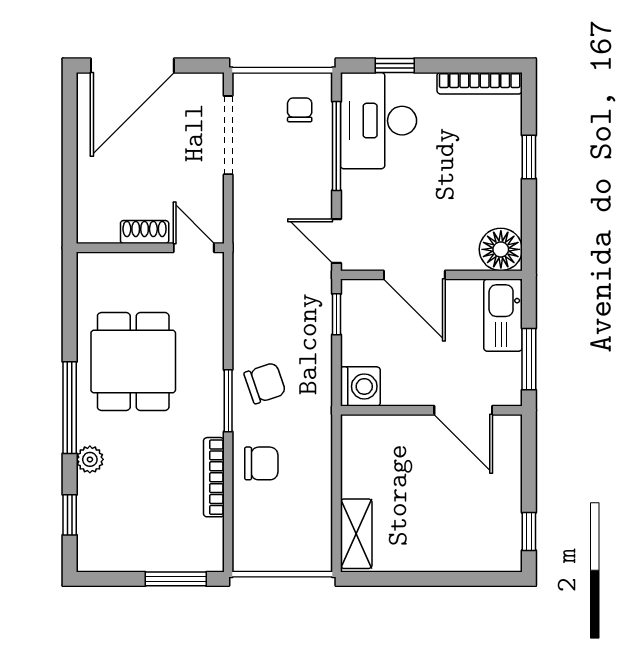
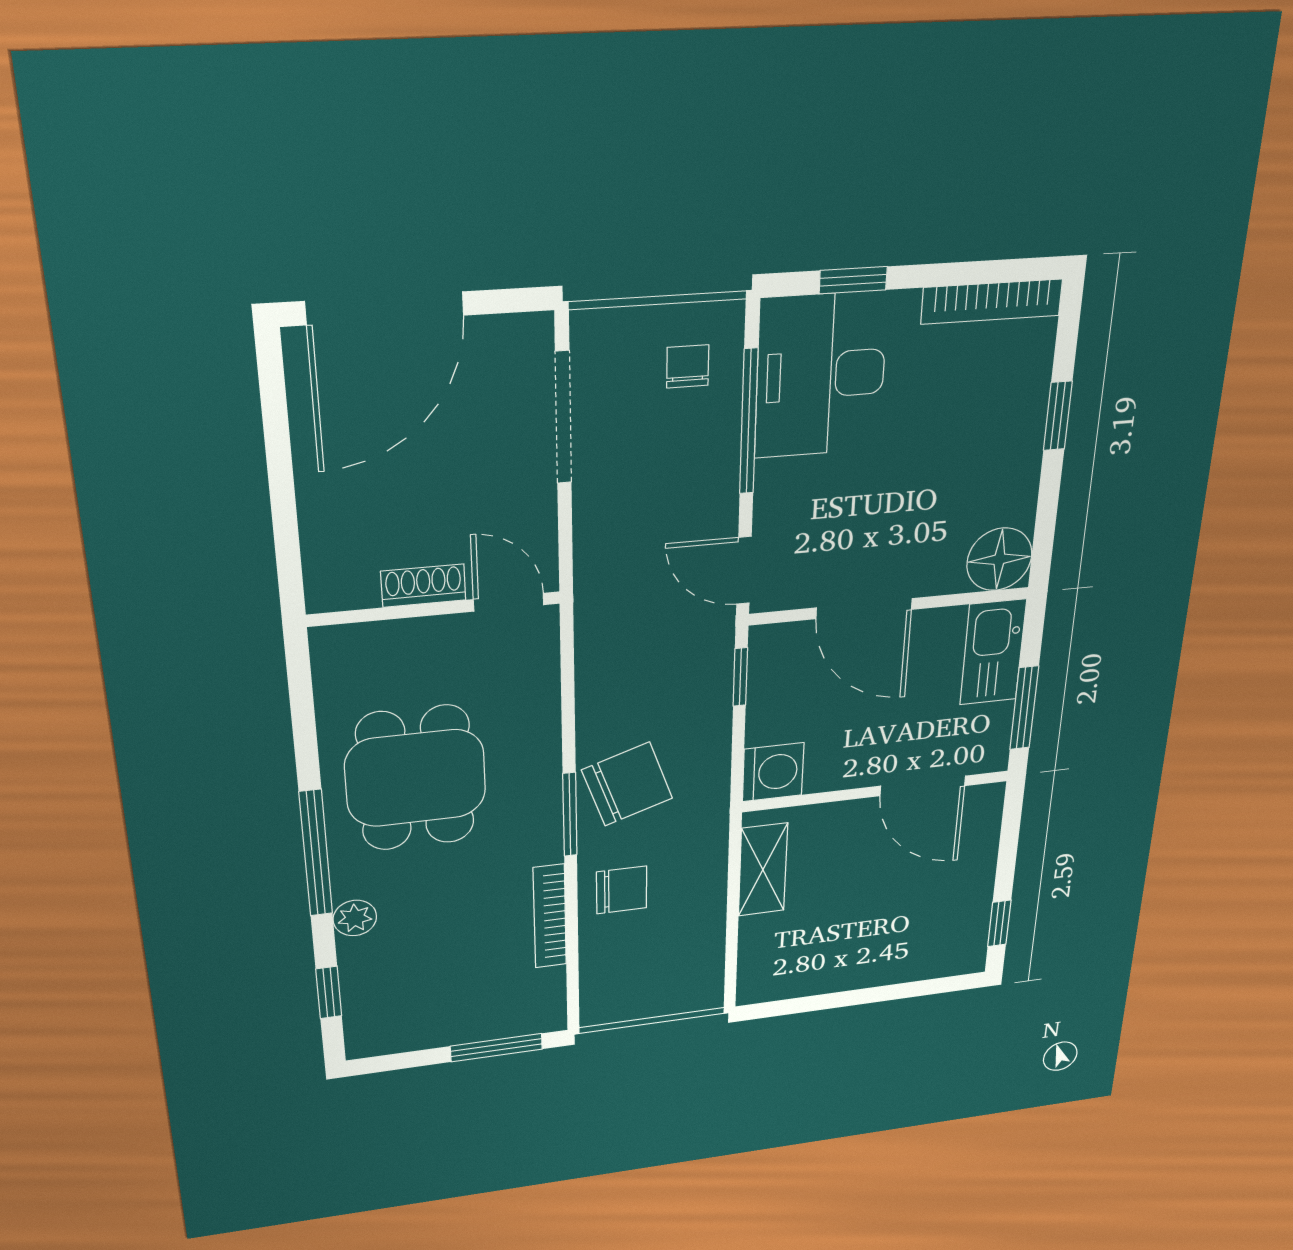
chair: (265, 383) -> (627, 784), width x1.37, depth x1.37
shelving: (356, 534) -> (763, 870), moved

